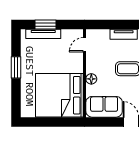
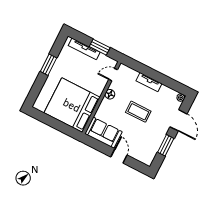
window: (46, 24) -> (100, 47), moved
floor lamp: (91, 79) -> (110, 94), moved

